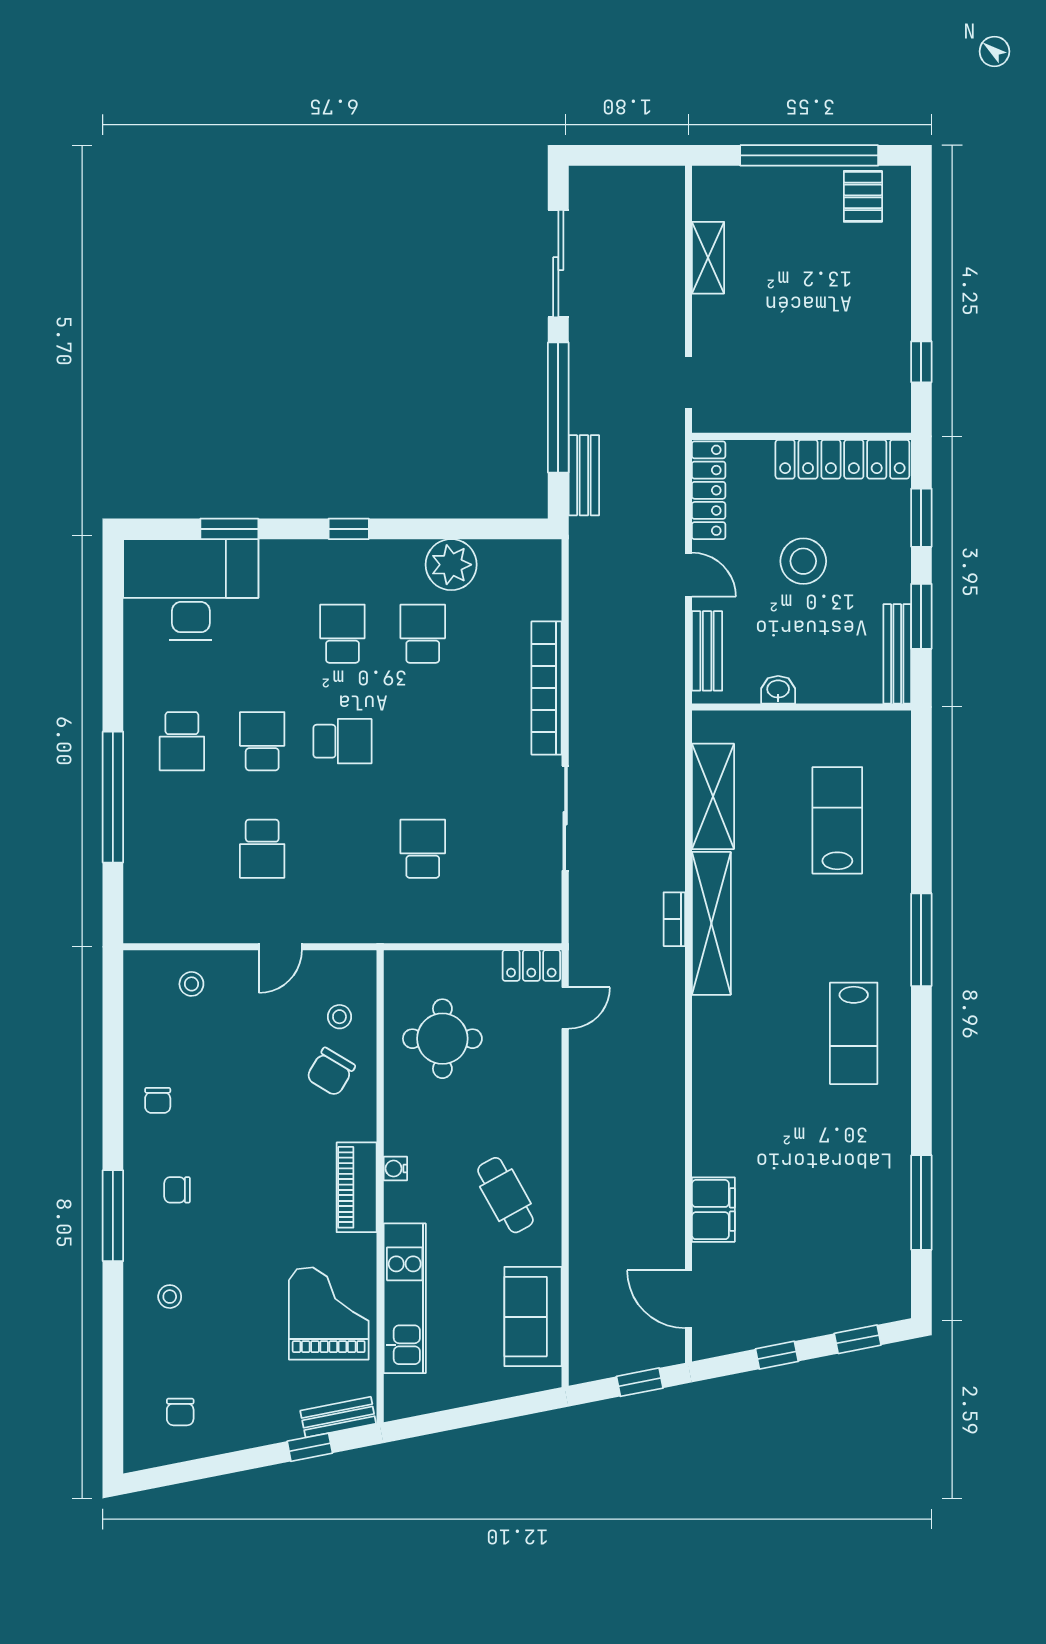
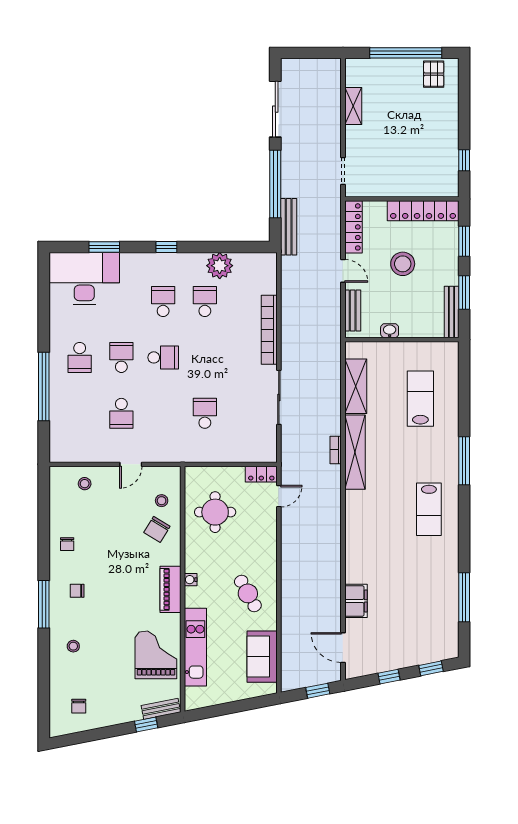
bench: (584, 475) -> (289, 227), width x1.36

